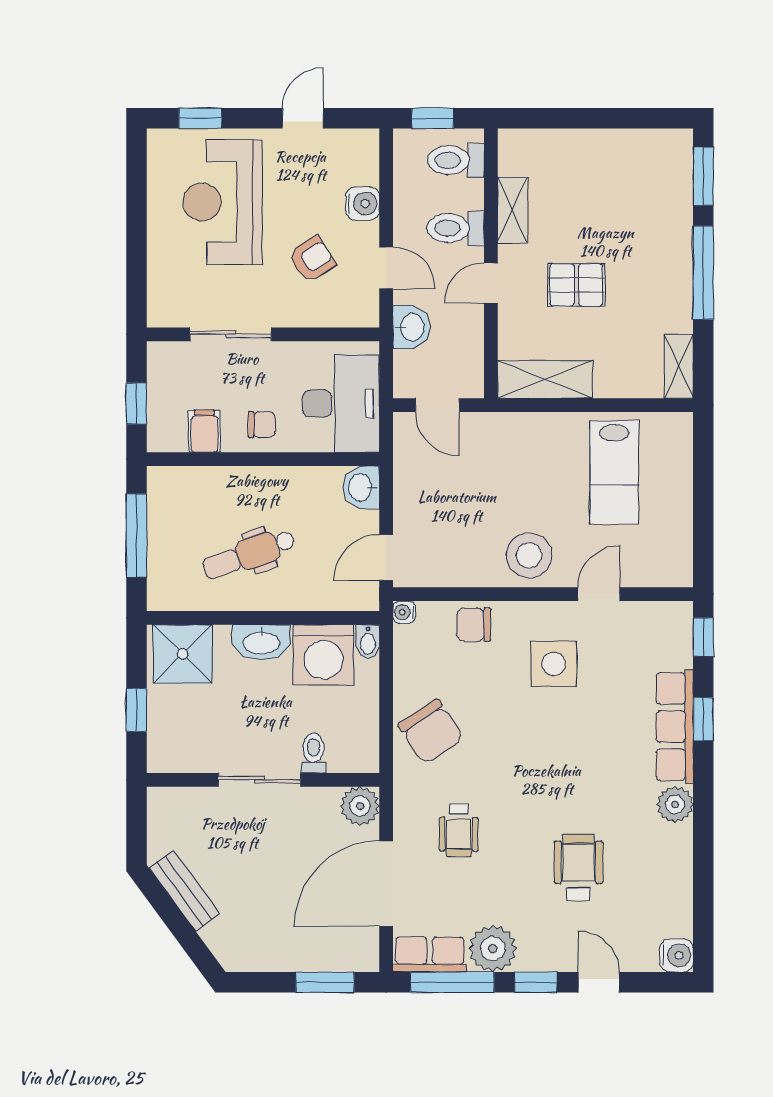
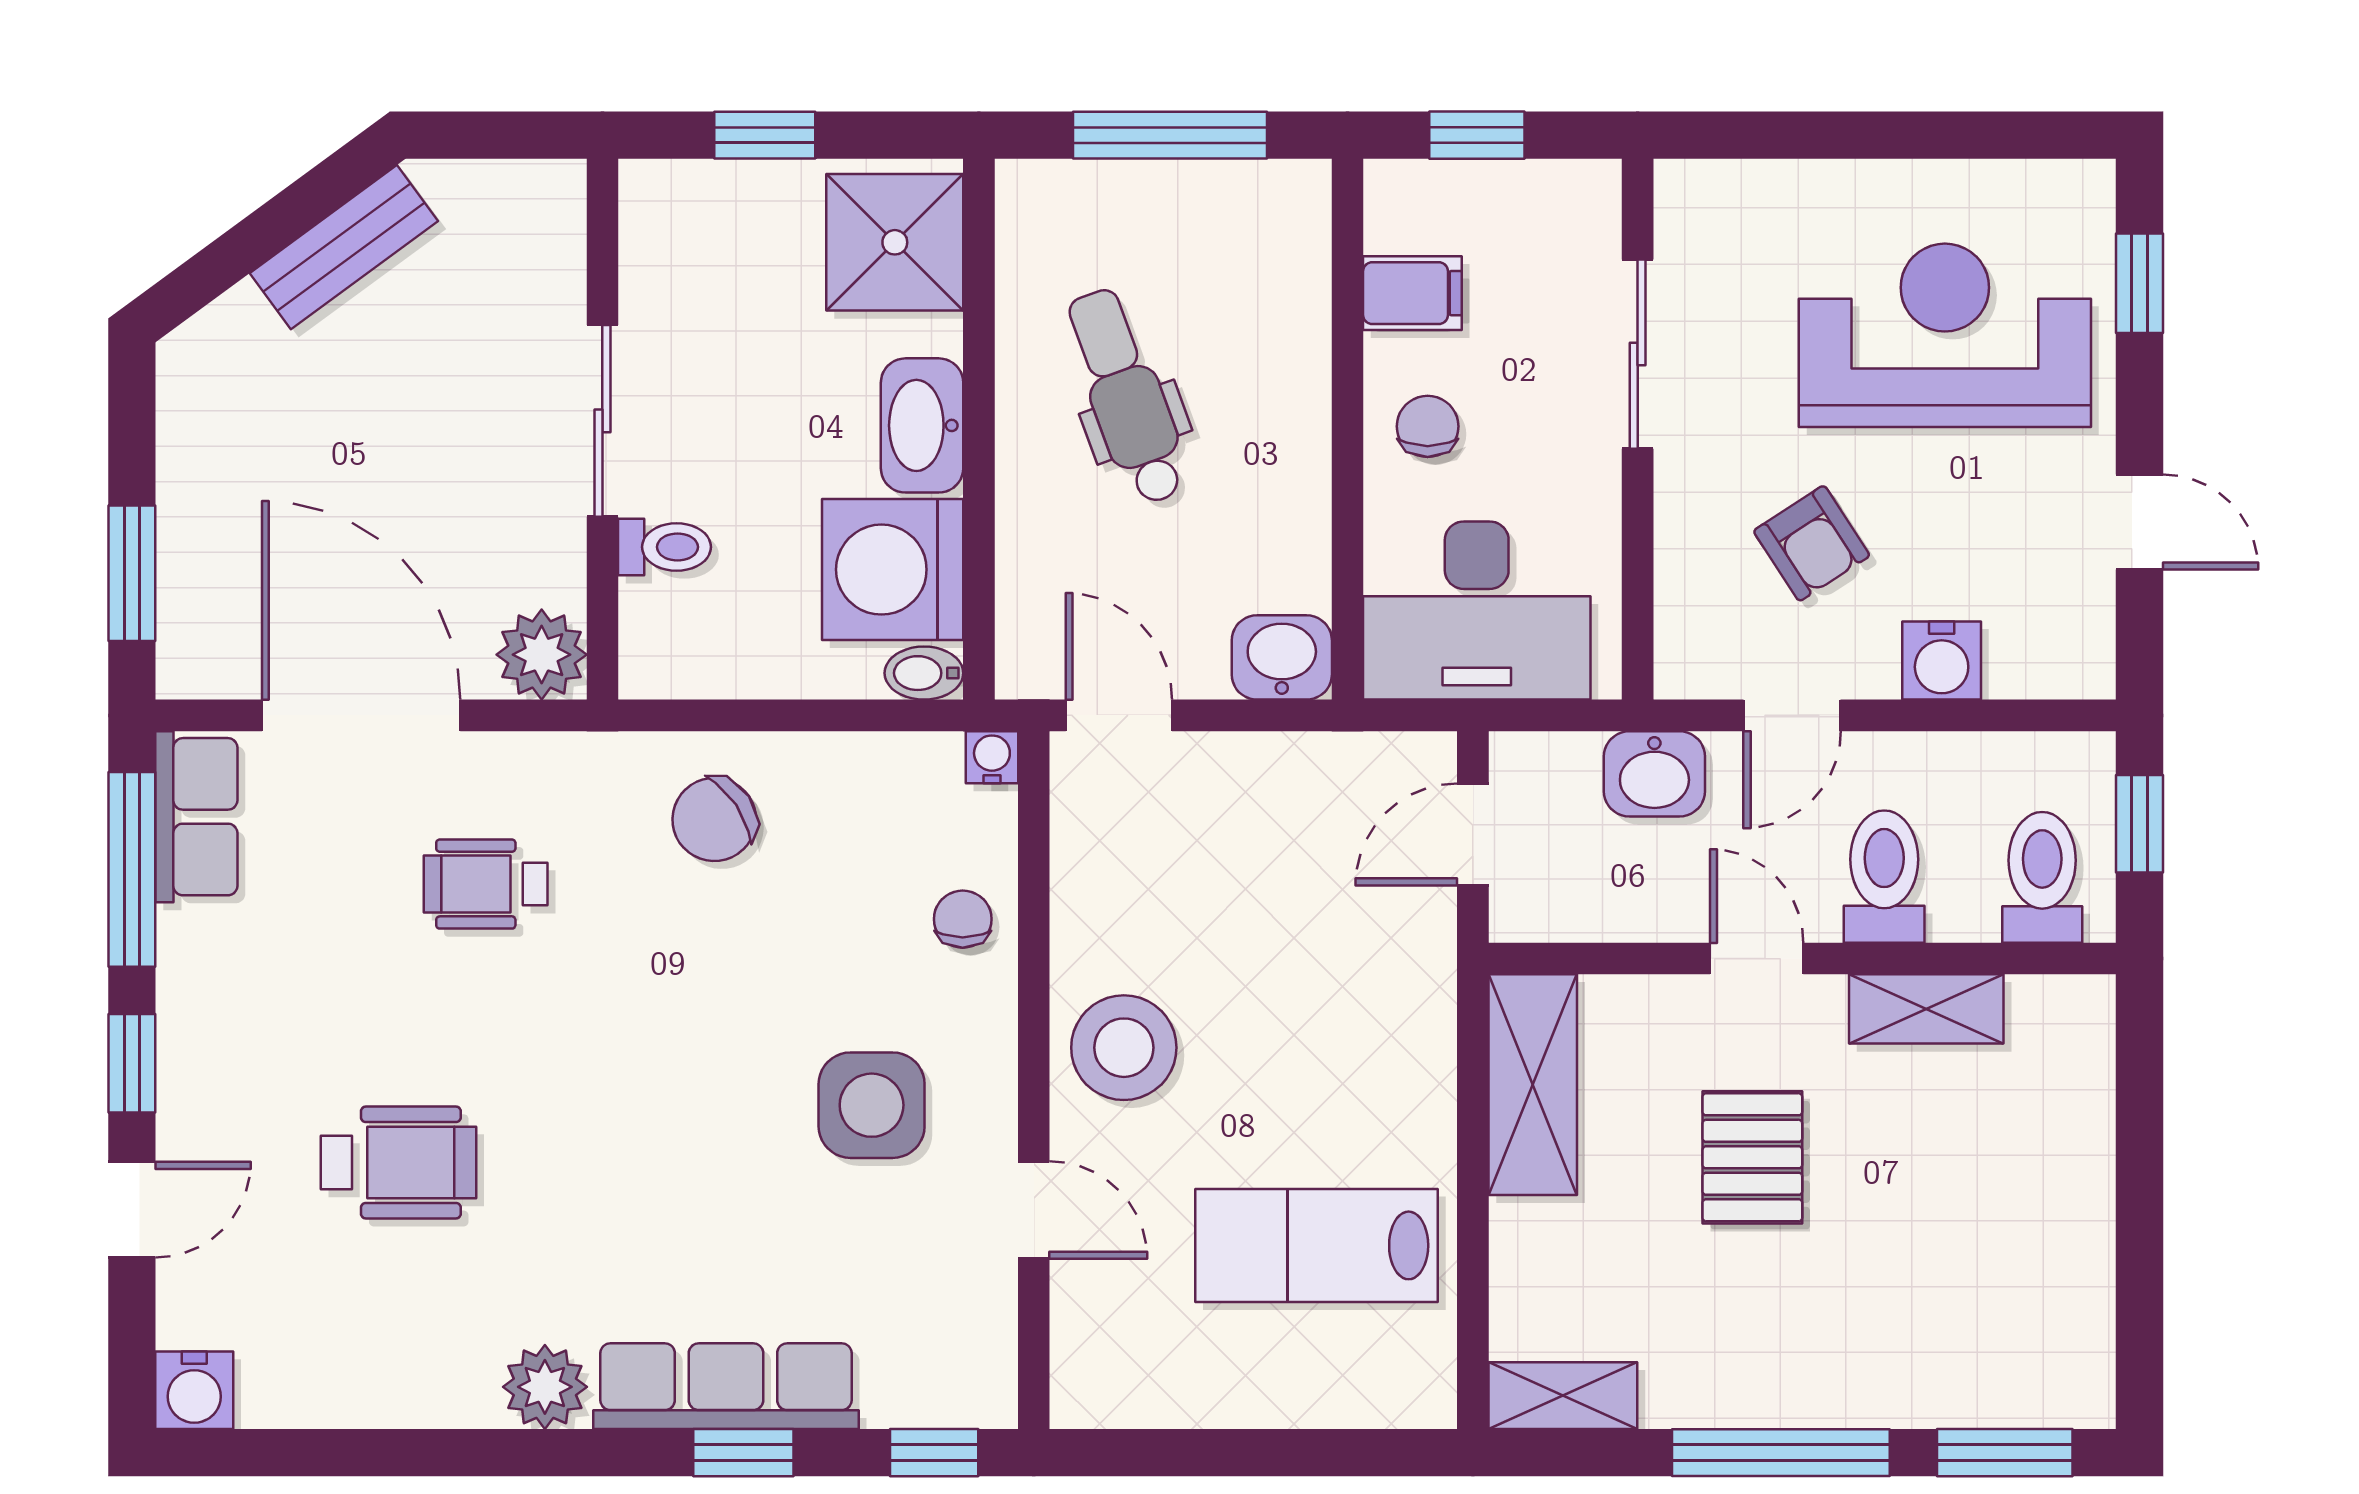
chair: (262, 425) -> (1428, 426), turned 180
chair: (474, 625) -> (963, 919), width x0.73, depth x0.73
chair: (431, 732) -> (714, 820), width x0.73, depth x0.73
plant: (493, 949) -> (210, 963), removed

